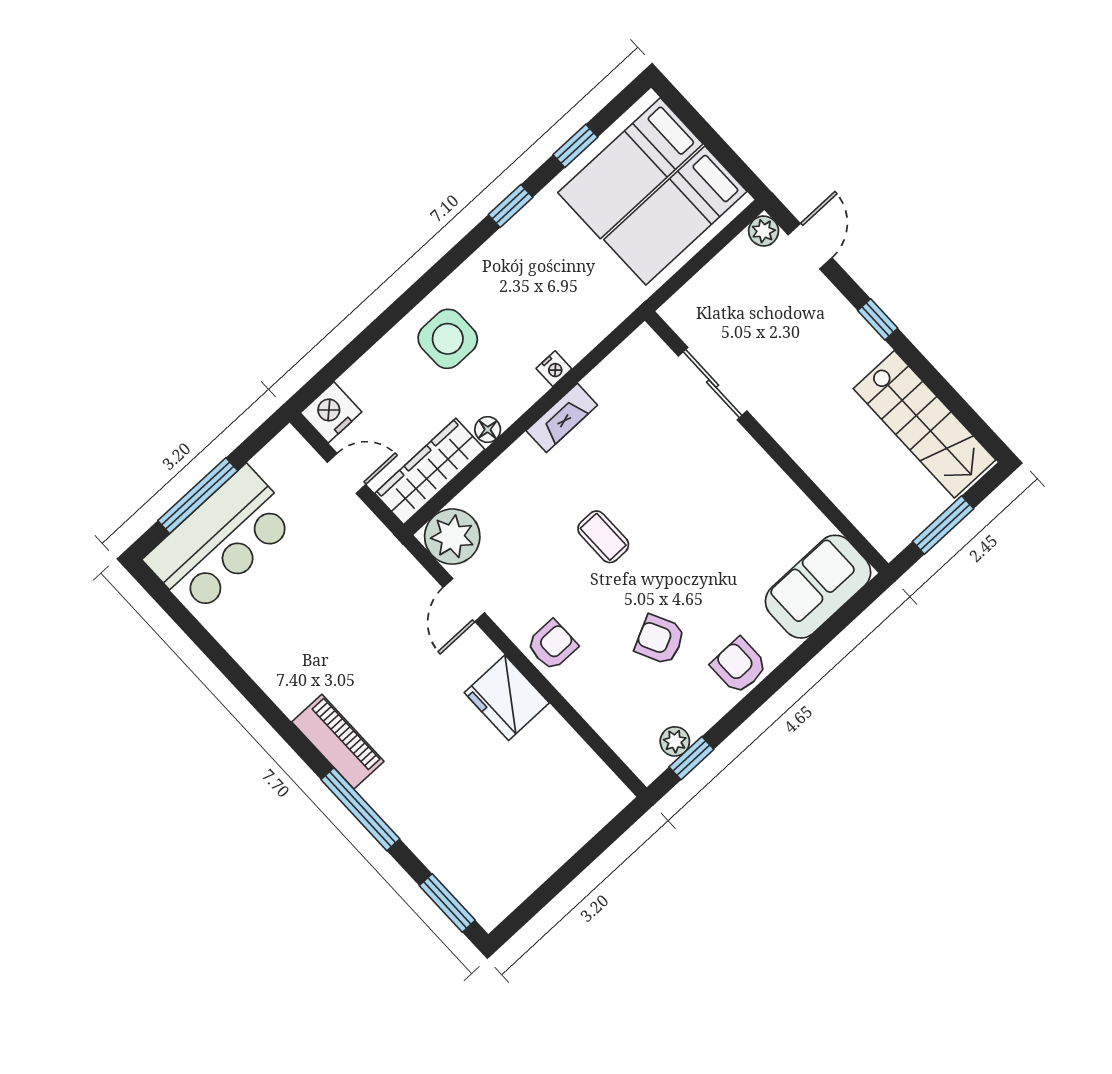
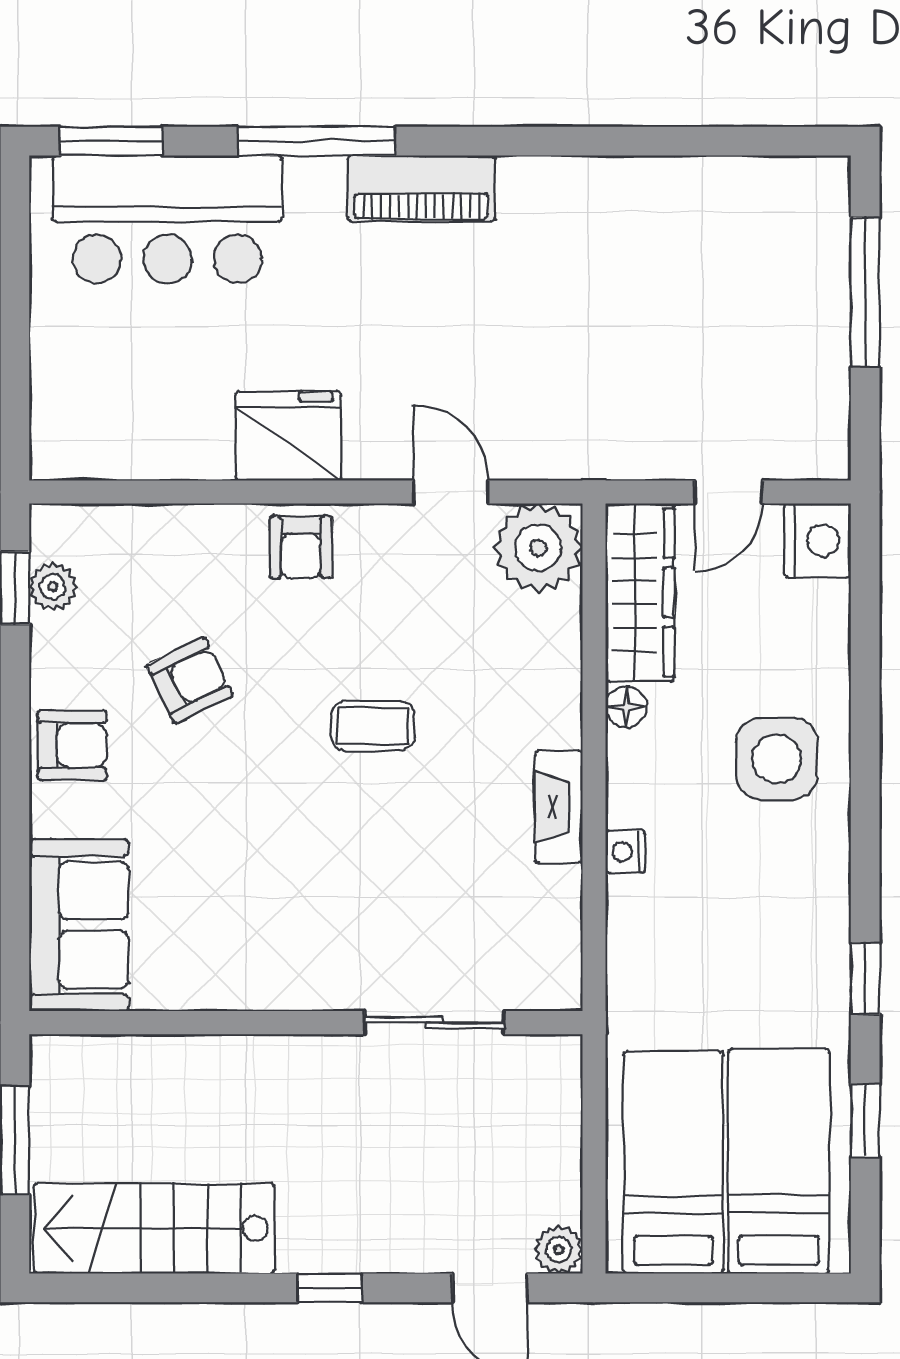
bar counter: (221, 540) -> (167, 219), moved, turned -90

